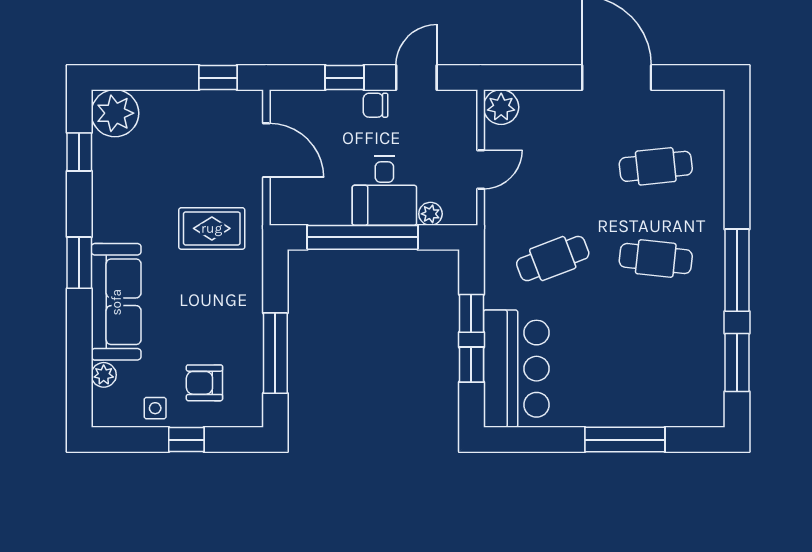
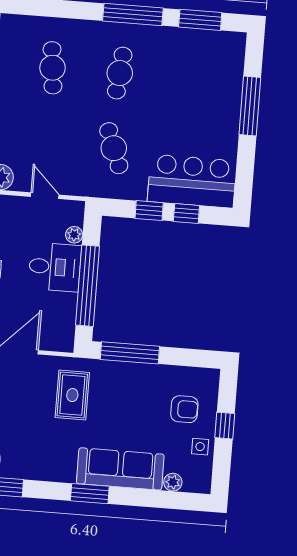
window: (275, 353) -> (130, 353), moved
armchair: (204, 383) -> (184, 409), turned -90

